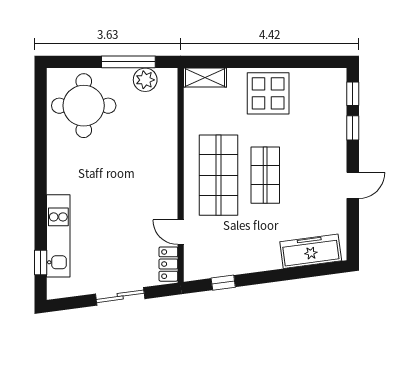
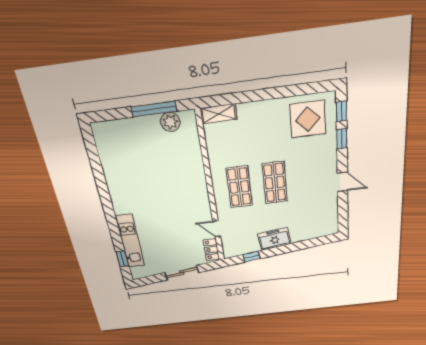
display table: (268, 93) -> (308, 119), moved
round table: (84, 106) -> (126, 149), removed
shop shelf: (219, 175) -> (239, 187), width x0.70, depth x0.74
door: (353, 185) -> (342, 182), hinge flipped
freezer: (311, 251) -> (274, 239), moved, width x0.71

